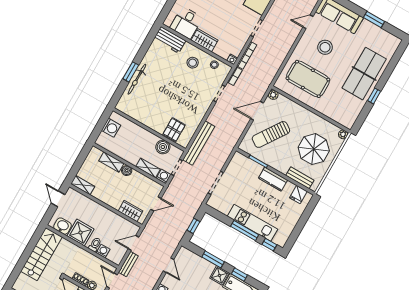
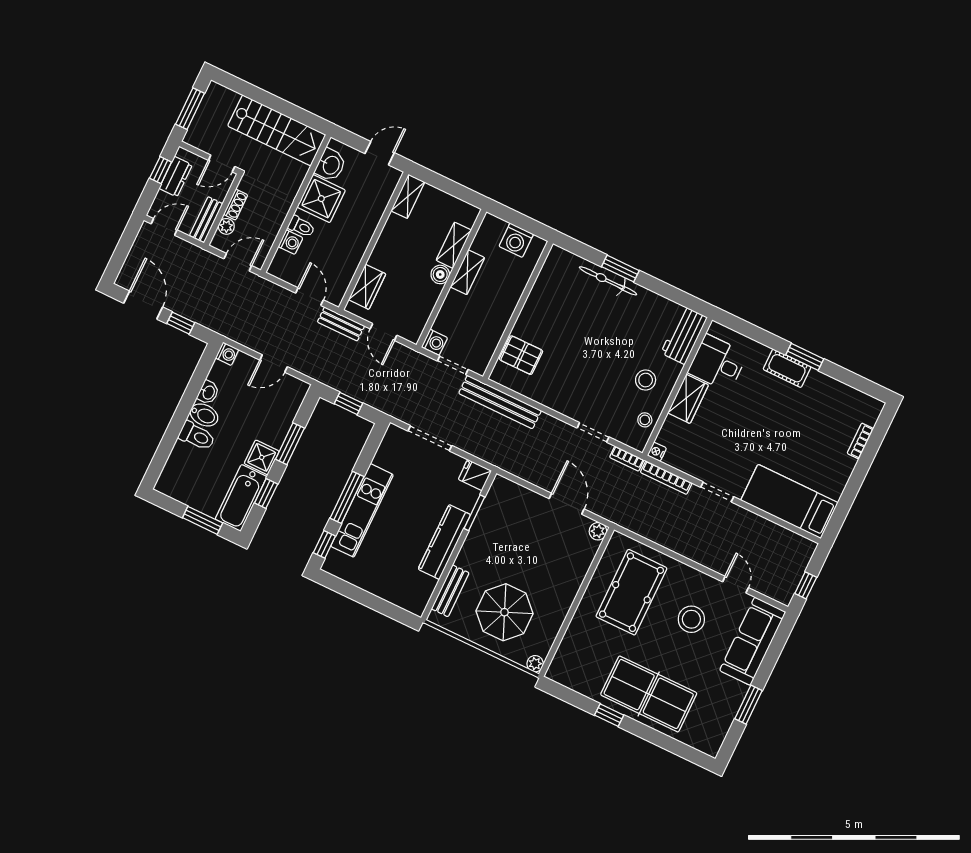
sun lounger: (271, 134) -> (525, 532), removed
boiler: (163, 147) -> (488, 337), removed
shelving: (148, 168) -> (467, 272), moved
kitchen counter: (273, 179) -> (444, 542), width x1.50
fridge: (298, 195) -> (475, 475), moved
bench: (128, 264) -> (341, 324), moved

